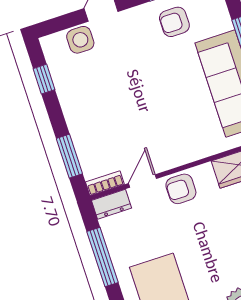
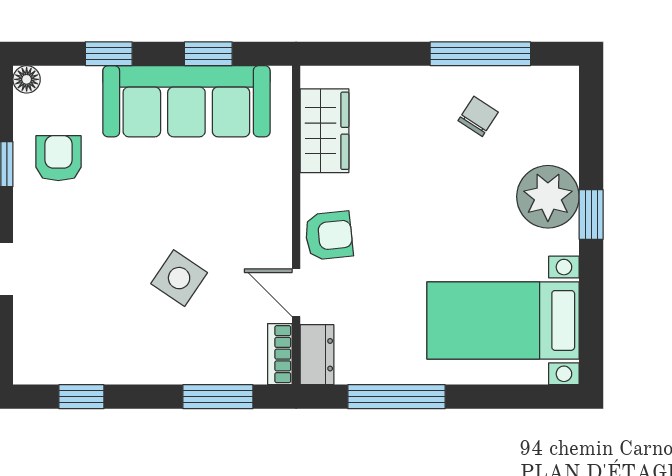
armchair: (174, 22) -> (58, 158), turned 180
side table: (80, 40) -> (179, 278), moved, turned 34
armchair: (181, 189) -> (329, 236), turned -96

